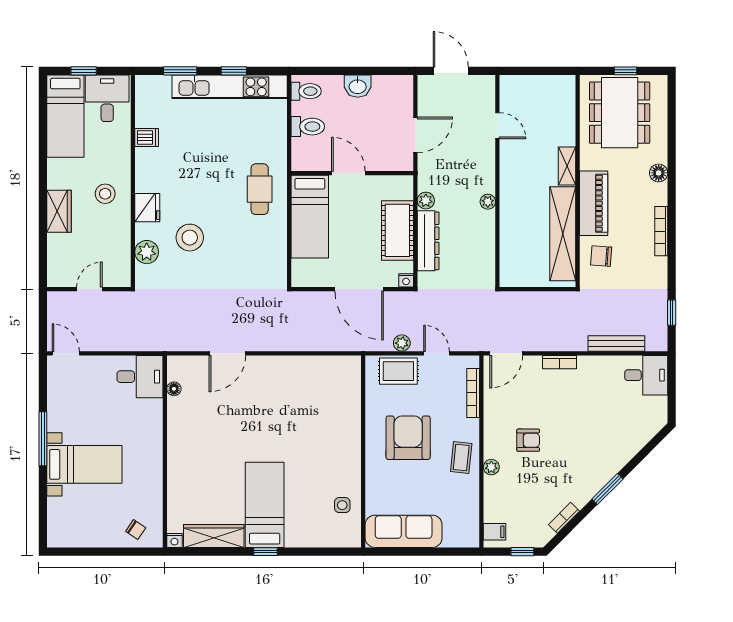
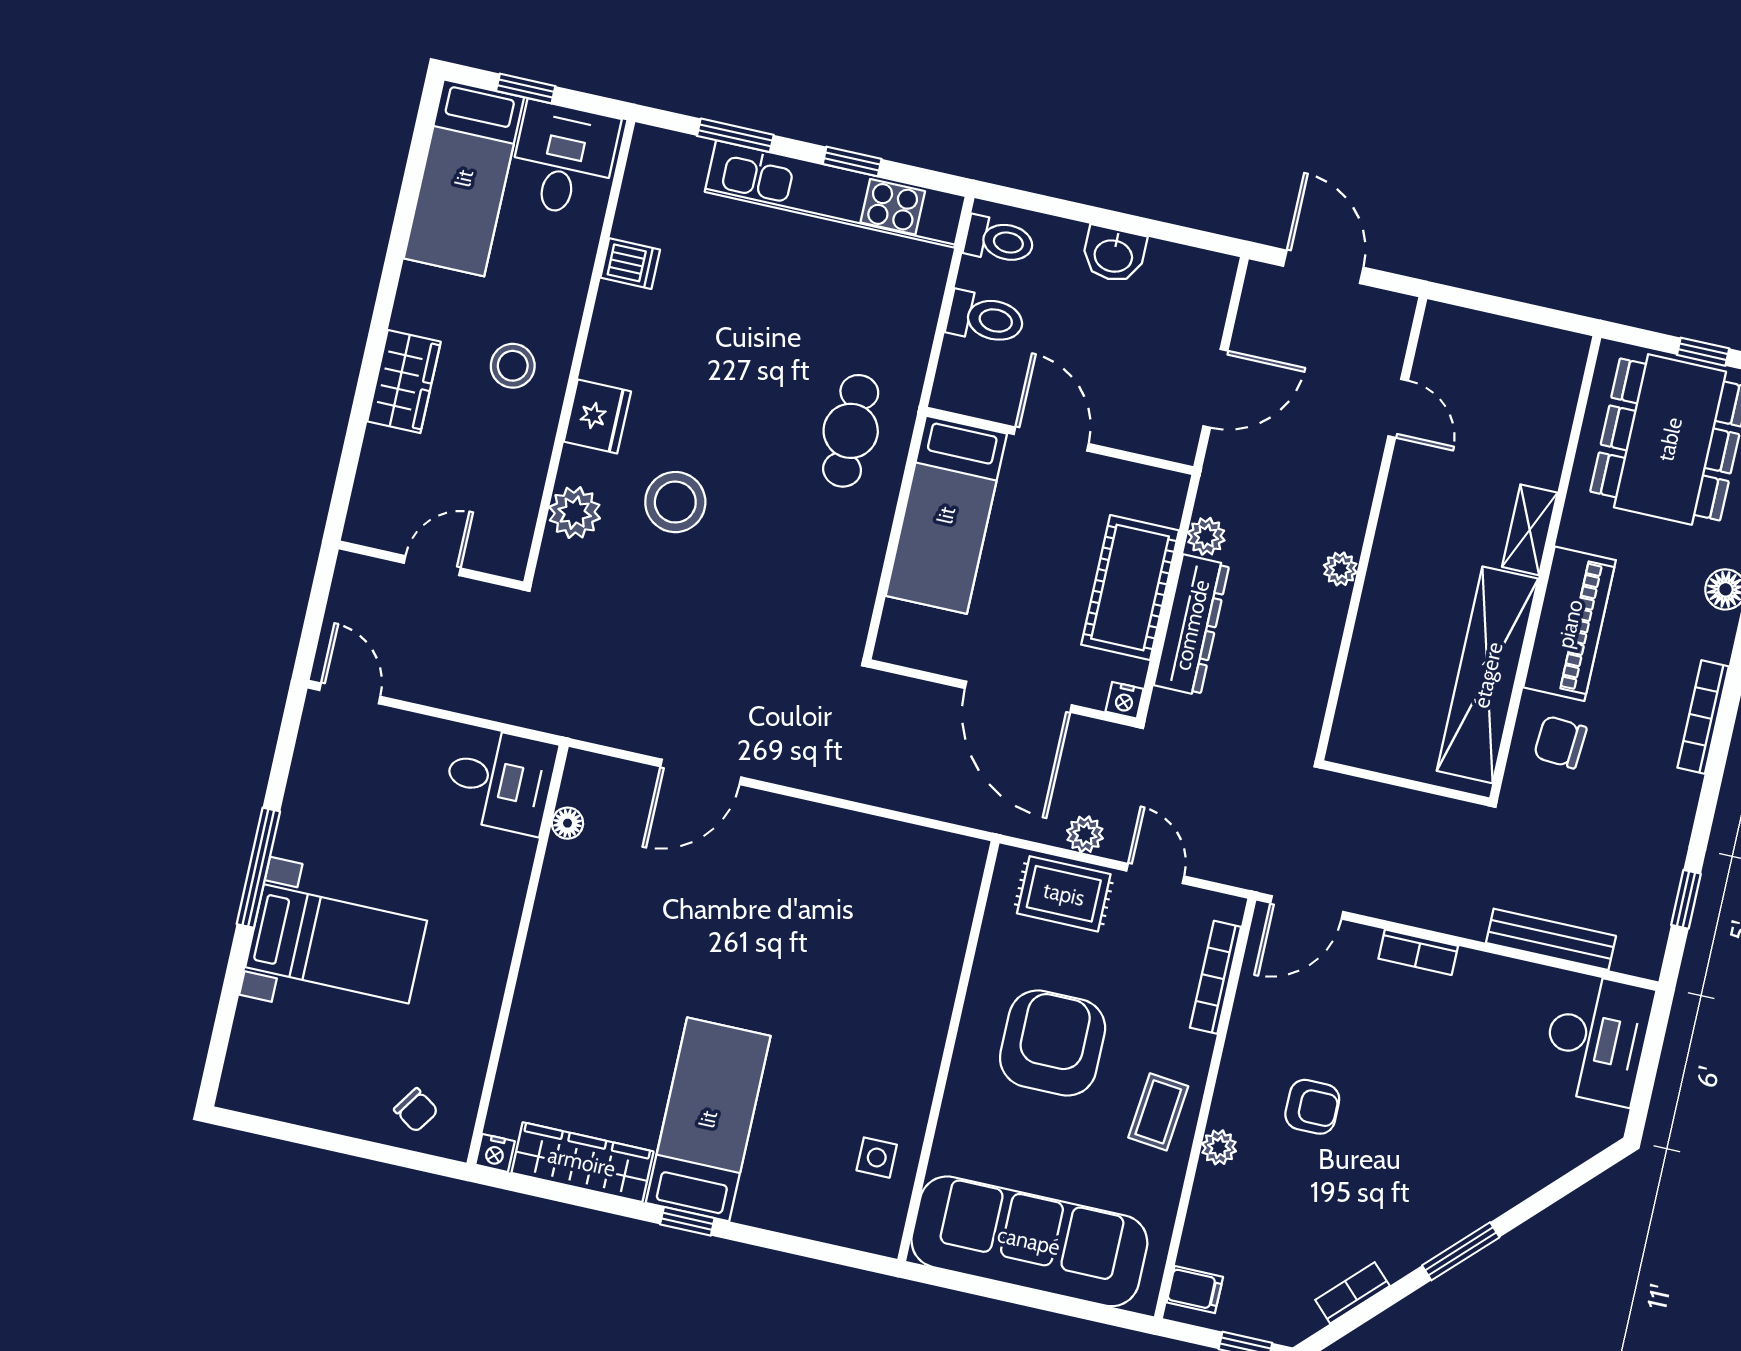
desk: (646, 375) -> (1597, 1039), width x1.37
sofa: (404, 531) -> (1029, 1241), width x1.36, depth x1.27

